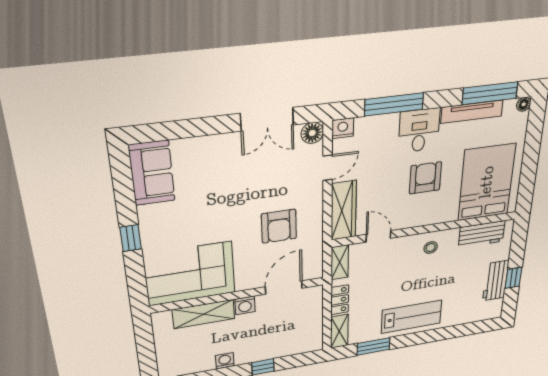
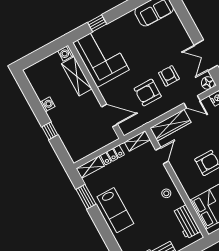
armchair: (270, 187) -> (169, 76), added
window: (131, 238) -> (97, 23), moved
washing machine: (245, 305) -> (66, 53), moved

